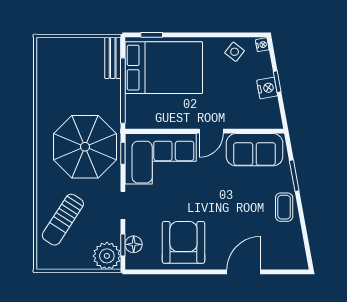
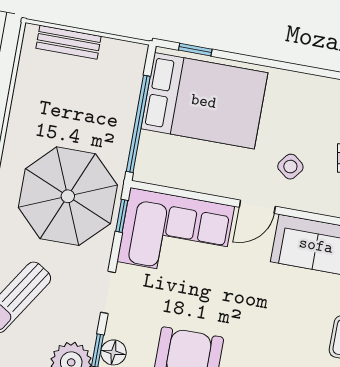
side table: (235, 52) -> (290, 167), moved
bench: (113, 58) -> (68, 42), moved, turned 90

